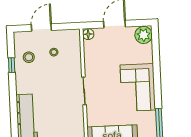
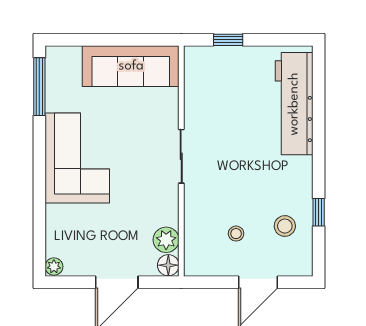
plant: (144, 35) -> (54, 267), width x0.53, depth x0.53
plant: (90, 47) -> (166, 240), added

